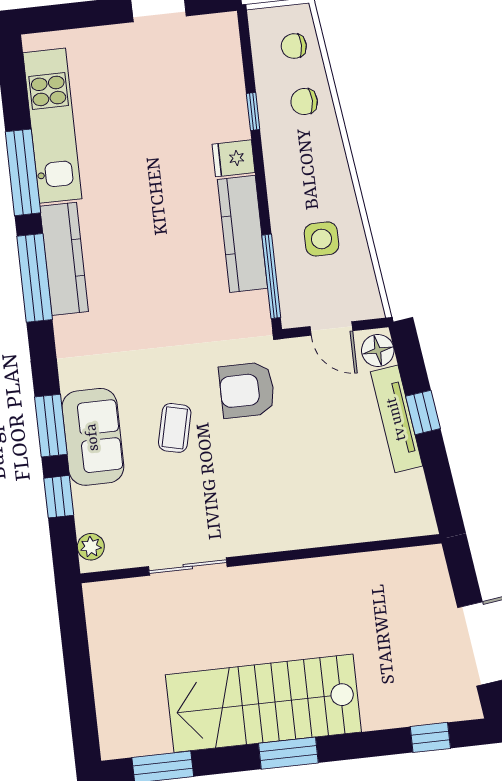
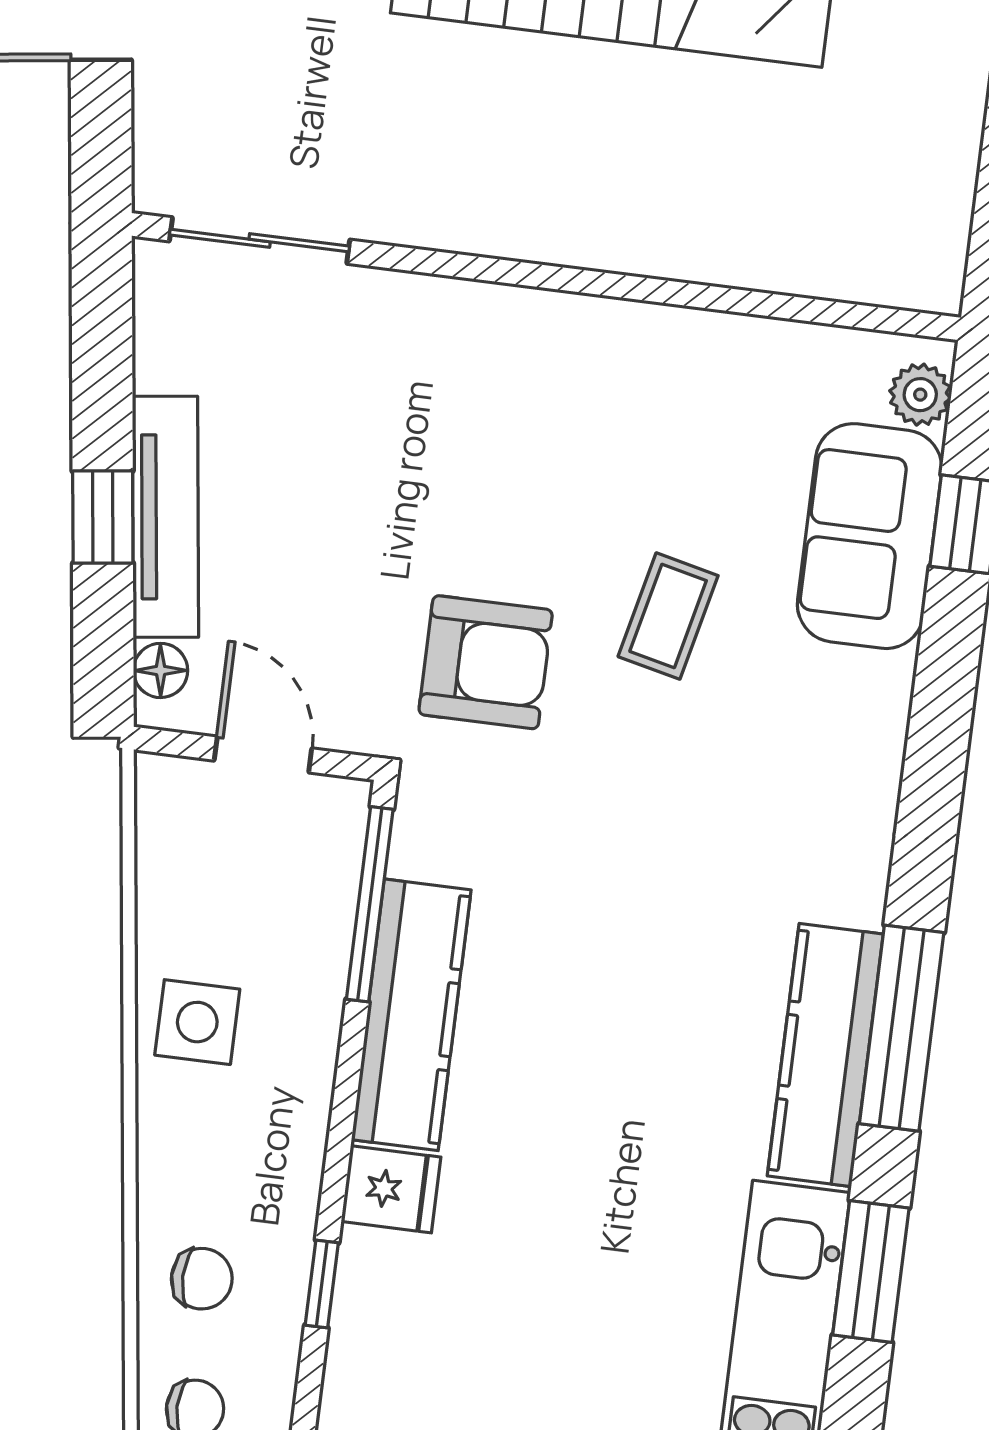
window: (23, 172) -> (871, 1271), width x0.69
side table: (321, 239) -> (197, 1022), moved
floor lamp: (378, 350) -> (161, 670), width x0.73, depth x0.73
window: (51, 426) -> (945, 688), removed
sofa: (93, 437) -> (870, 536), moved
sliding door: (188, 567) -> (260, 240), moved

